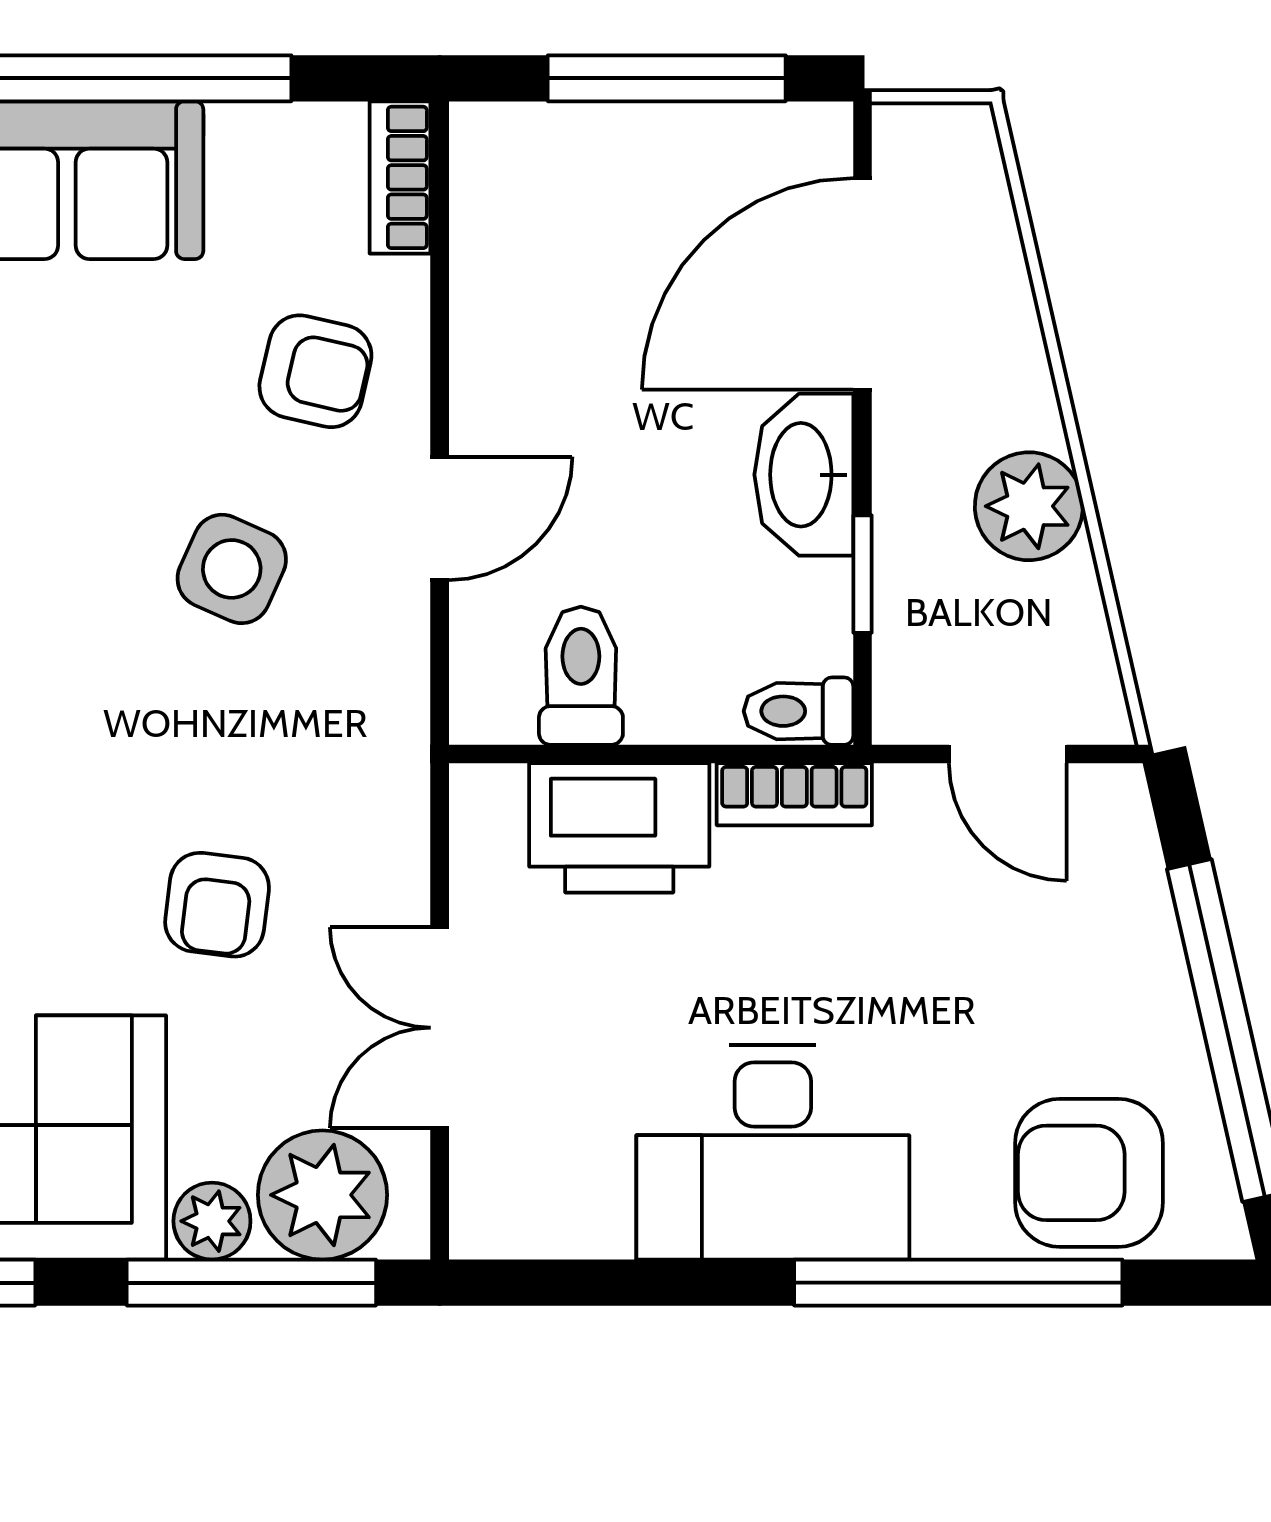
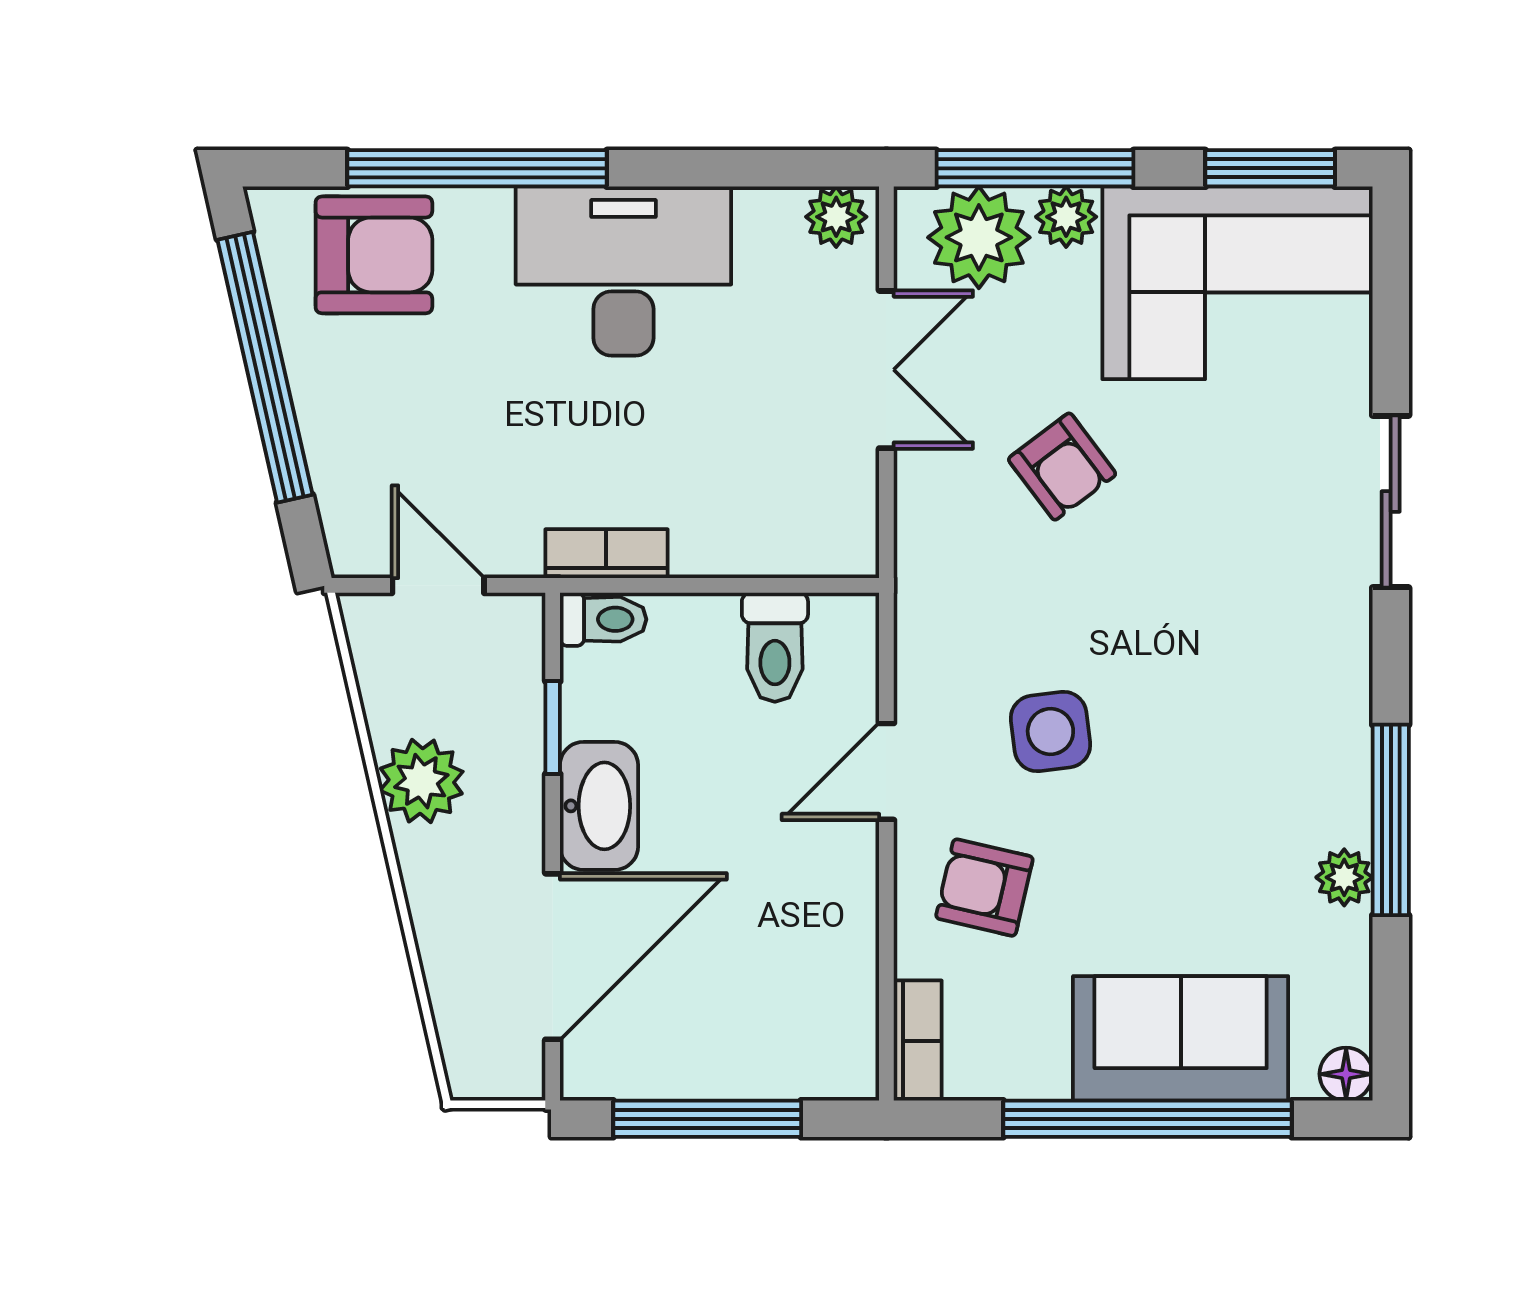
side table: (232, 569) -> (1050, 732), turned -31
printer: (619, 828) -> (745, 527), removed
armchair: (217, 905) -> (1062, 467), turned 136
plant: (503, 1221) -> (836, 217), added

